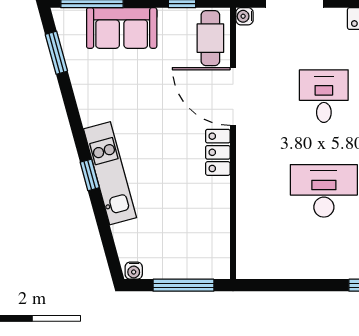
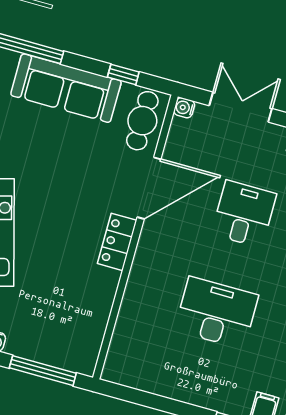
sofa: (122, 28) -> (66, 88), width x1.36
door: (233, 97) -> (149, 188), swing flipped

